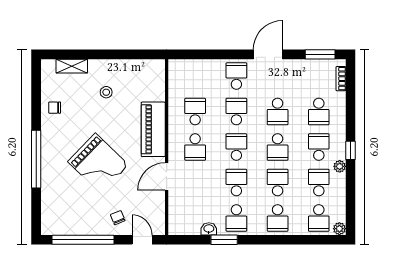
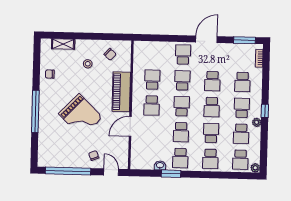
chair: (136, 78) -> (110, 54), added
school desk: (236, 183) -> (181, 132), turned 180
school desk: (319, 183) -> (241, 134), turned 180

